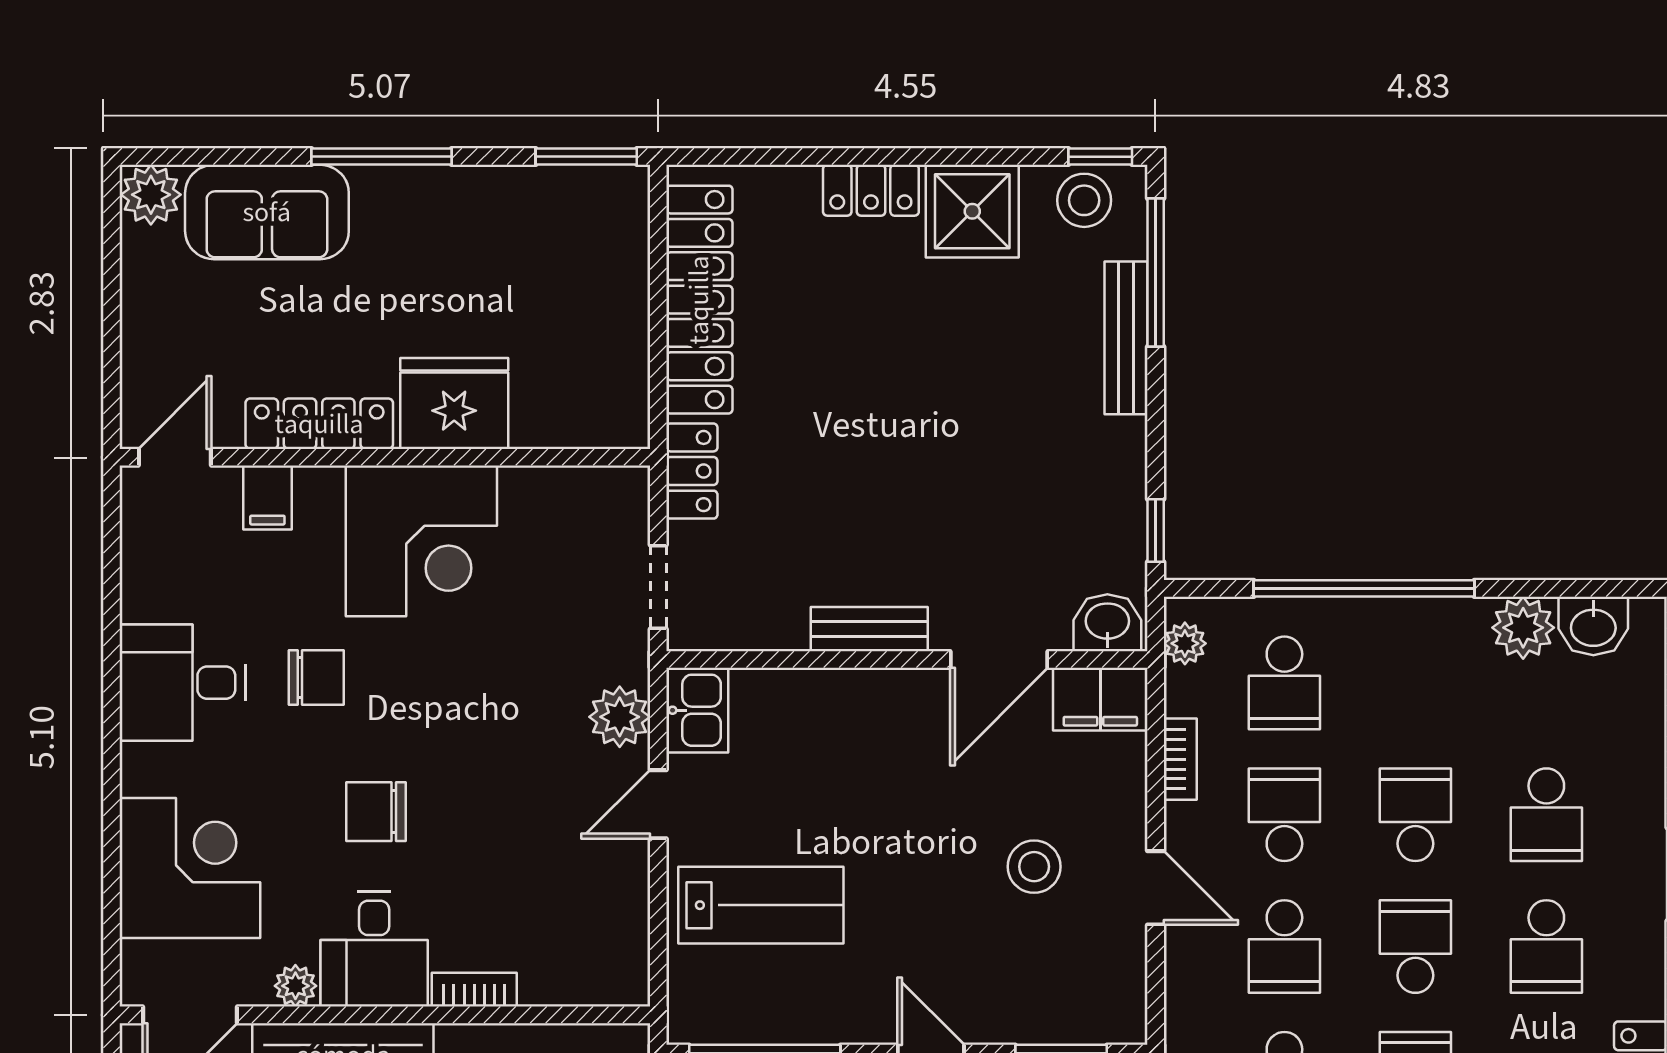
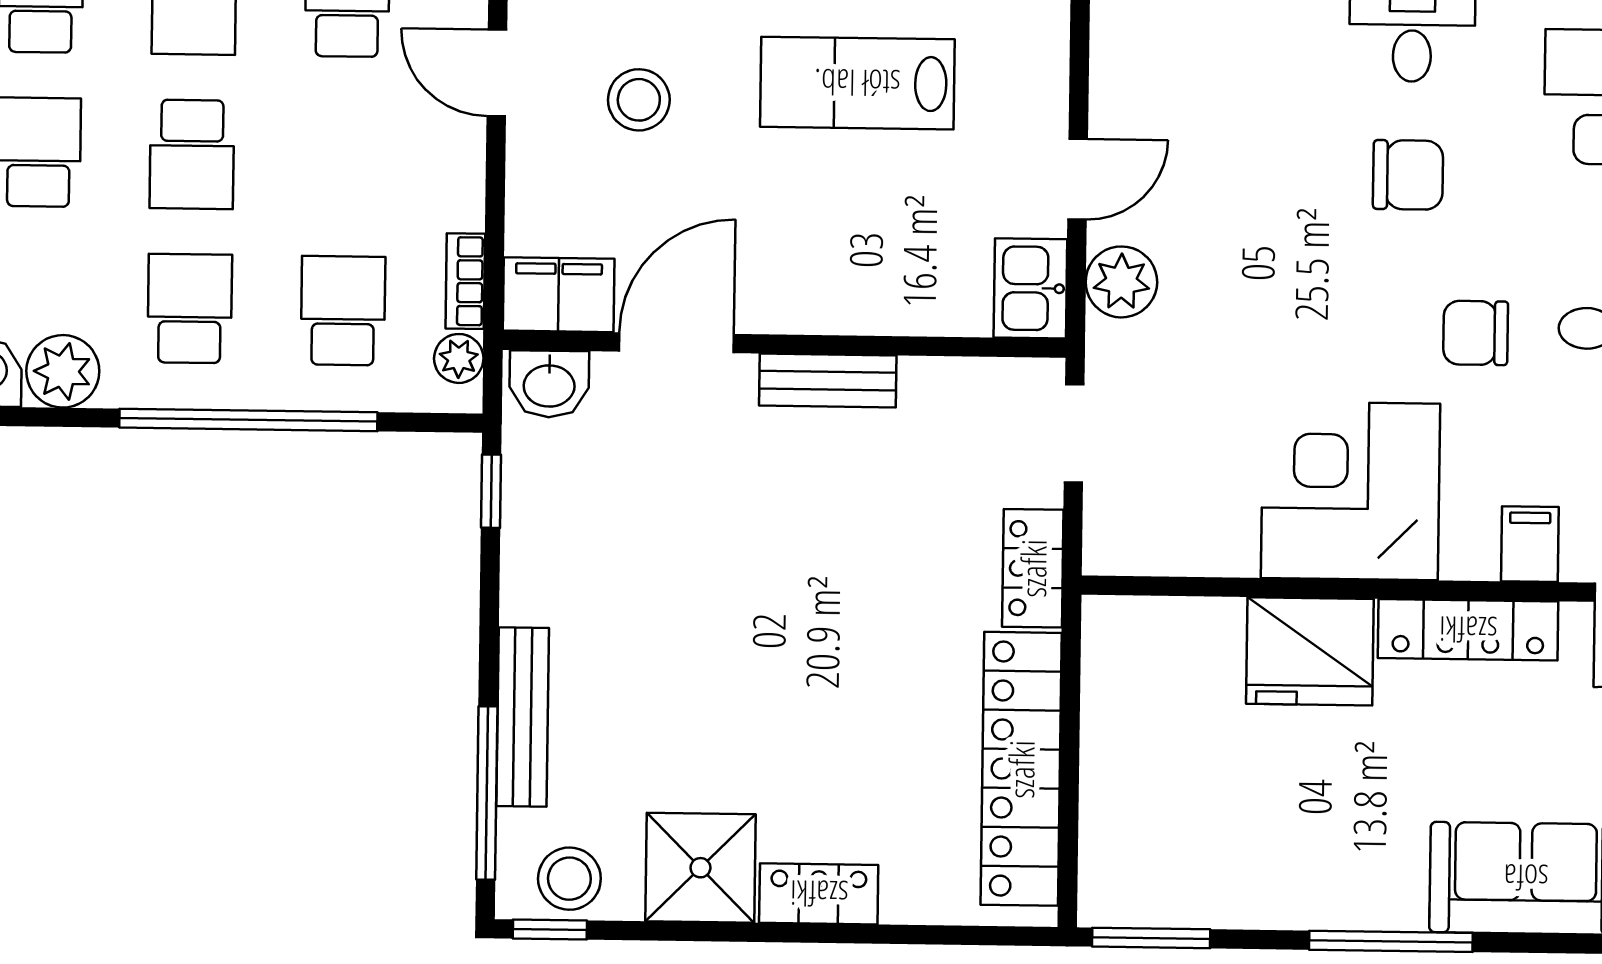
bookcase: (1180, 759) -> (465, 281), moved
school desk: (1284, 815) -> (190, 308), moved, turned 180
lab bench: (761, 905) -> (857, 83), moved

